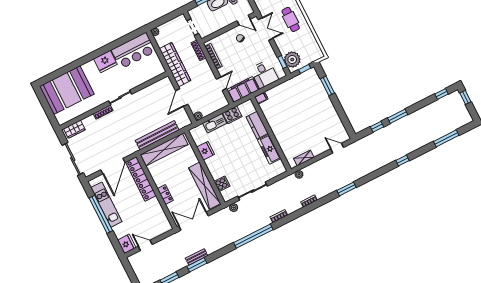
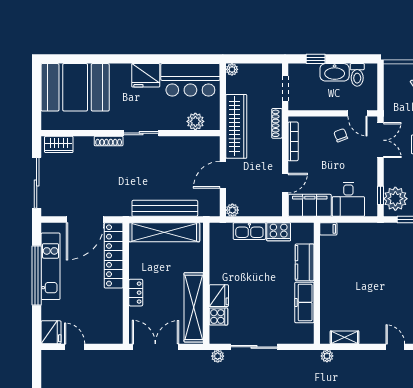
plant: (149, 74) -> (195, 121), added
fridge: (206, 151) -> (219, 296), moved

